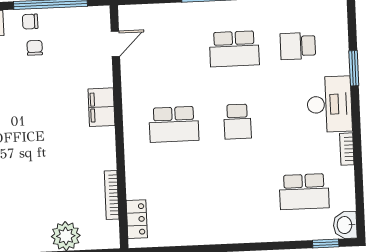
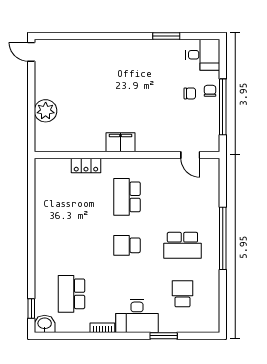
school desk: (234, 49) -> (182, 245), turned -90
filing cabinet: (101, 107) -> (121, 142), moved
bookcase: (112, 195) -> (75, 147), removed
locker: (137, 219) -> (86, 165), moved

